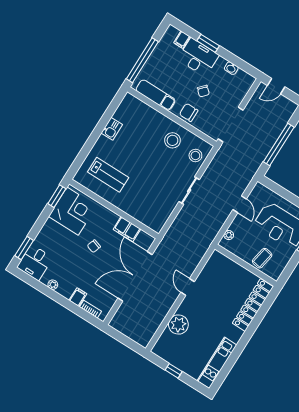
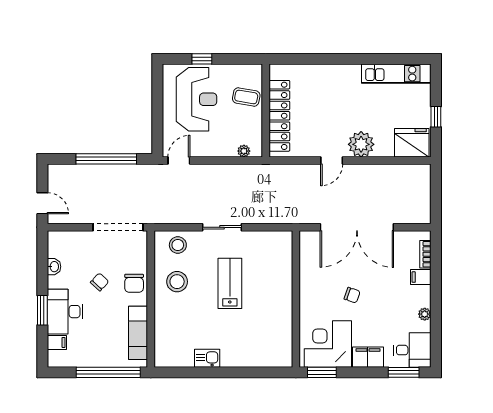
lab bench: (108, 175) -> (230, 283), moved
door: (240, 204) -> (179, 161), moved
filing cabinet: (127, 229) -> (368, 357), moved, turned -90
locker: (253, 305) -> (279, 116), moved, turned -90
plant: (178, 325) -> (361, 144), moved
fridge: (167, 345) -> (412, 143), added

